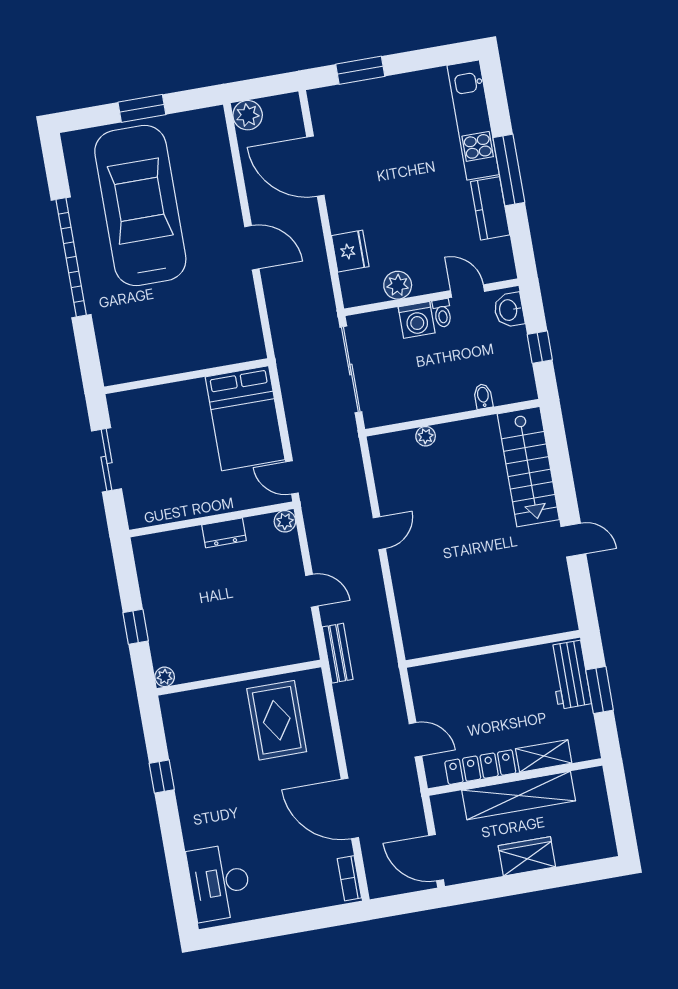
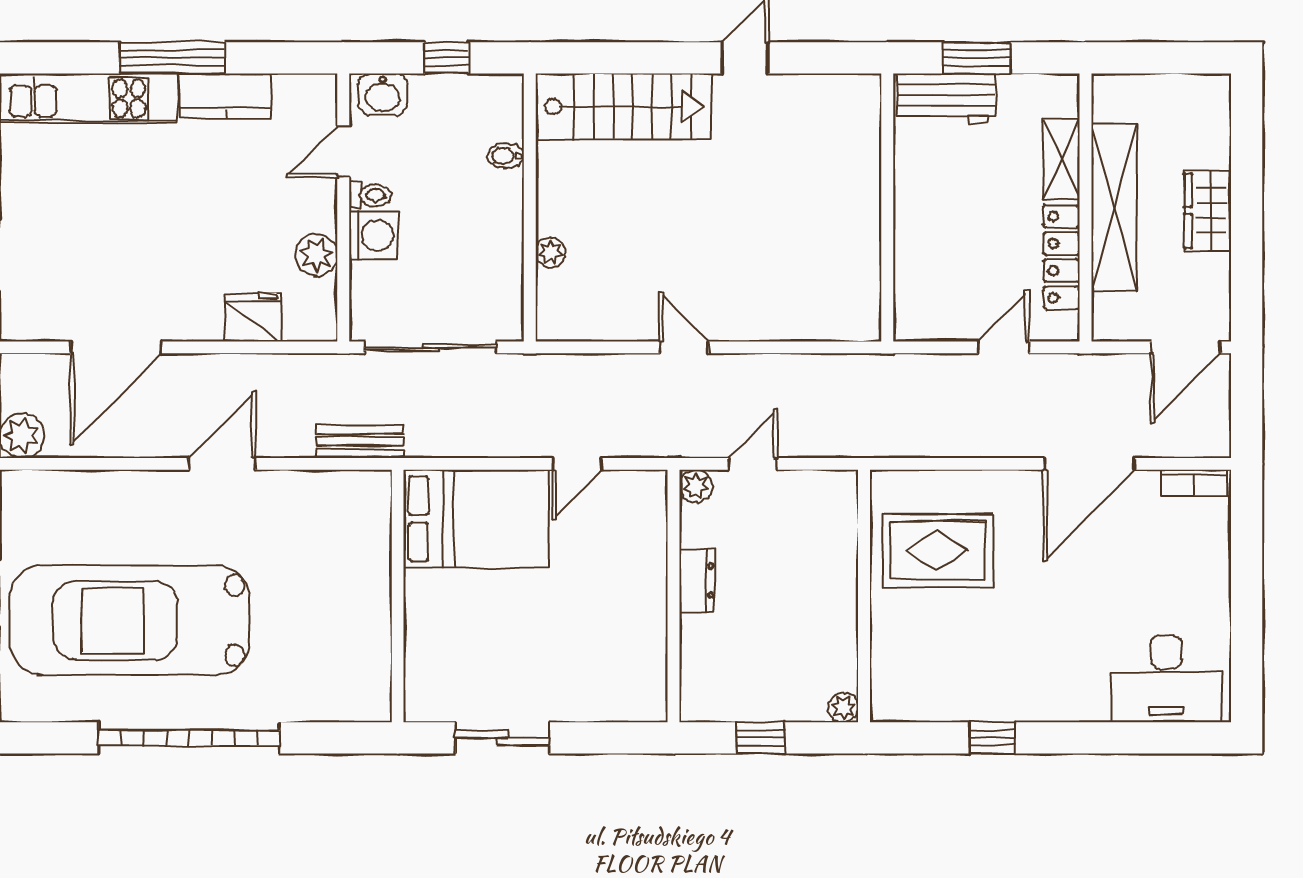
wall: (211, 519) -> (674, 596), moved
plant: (285, 521) -> (696, 486), moved
dresser: (224, 533) -> (697, 581), moved
bench: (338, 653) -> (360, 442), moved

